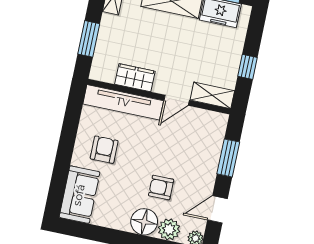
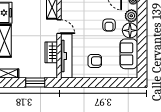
armchair: (104, 150) -> (95, 61), turned 180
sofa: (79, 195) -> (129, 54), moved, turned -90

